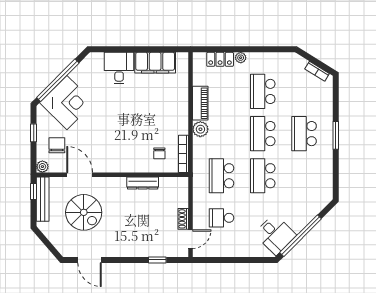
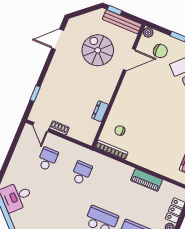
plant: (200, 129) -> (126, 172), removed
school desk: (221, 176) -> (81, 173), width x0.54
school desk: (263, 176) -> (68, 206), removed
dresser: (143, 183) -> (100, 111), width x0.70
window: (34, 191) -> (115, 10), moved
spiral stairs: (84, 212) -> (98, 50), turned 90

